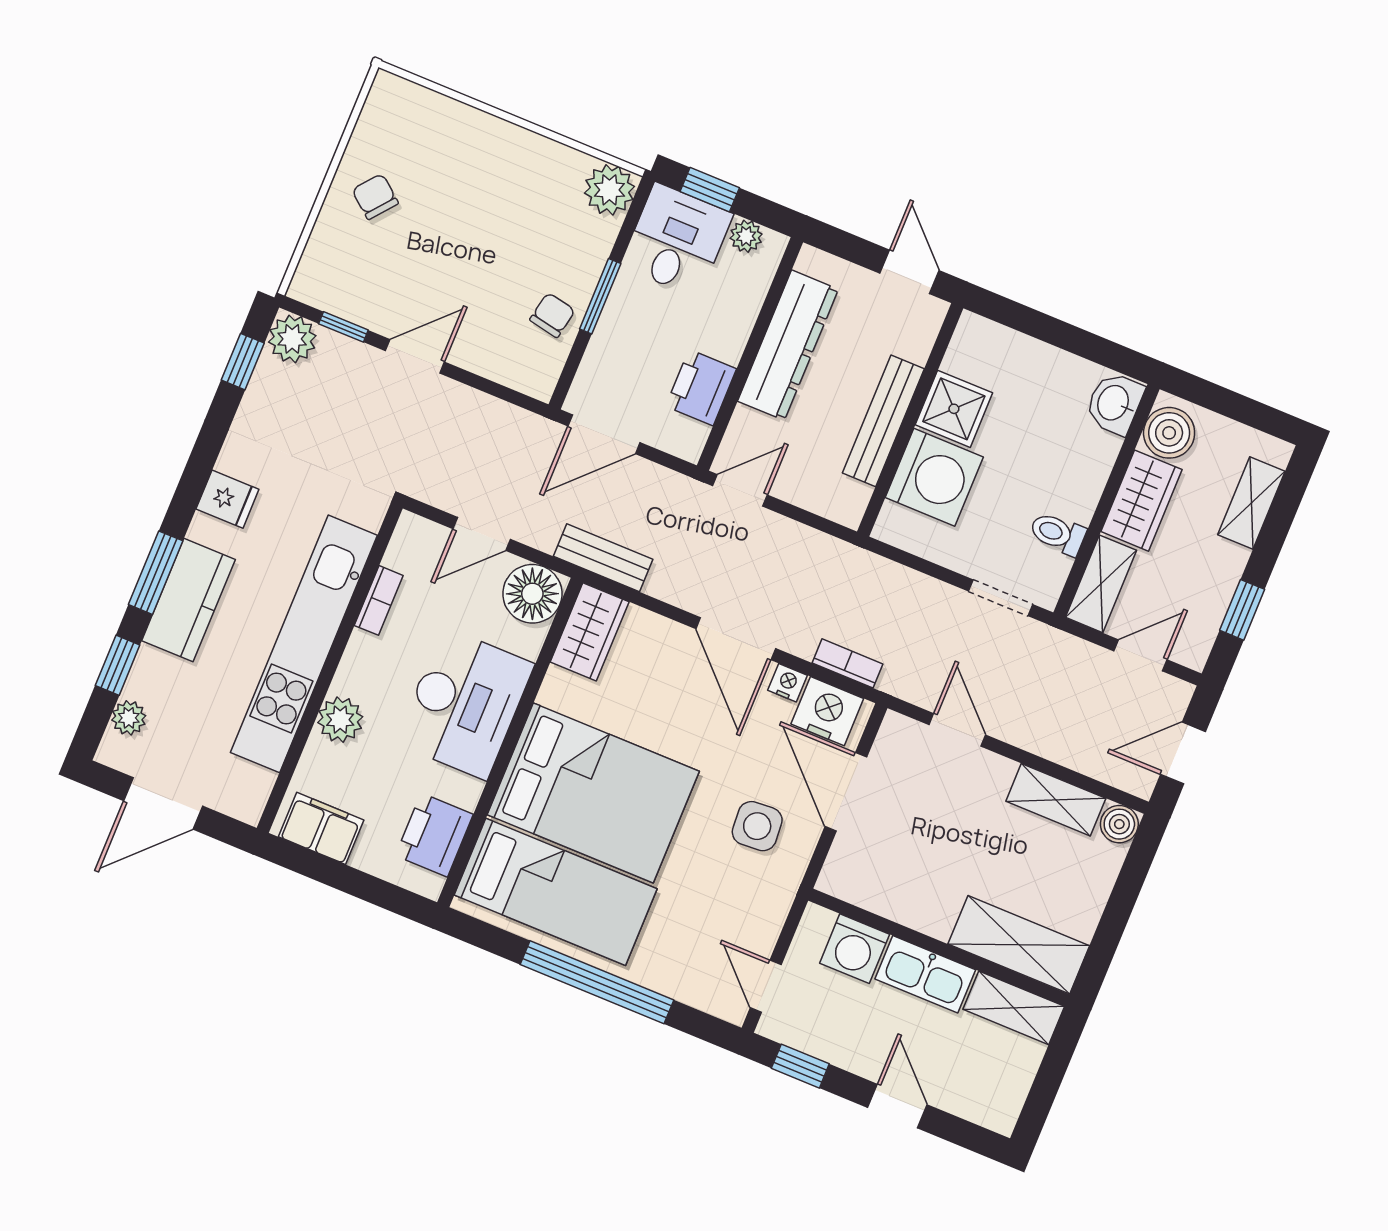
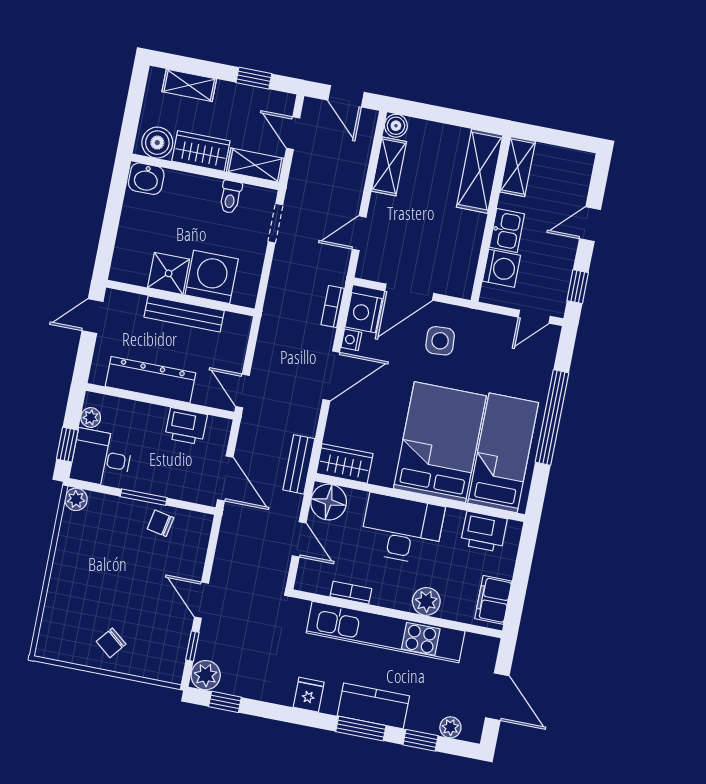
plant: (609, 190) -> (76, 499), width x0.73, depth x0.73
kitchen sink: (925, 974) -> (507, 231), width x0.73

